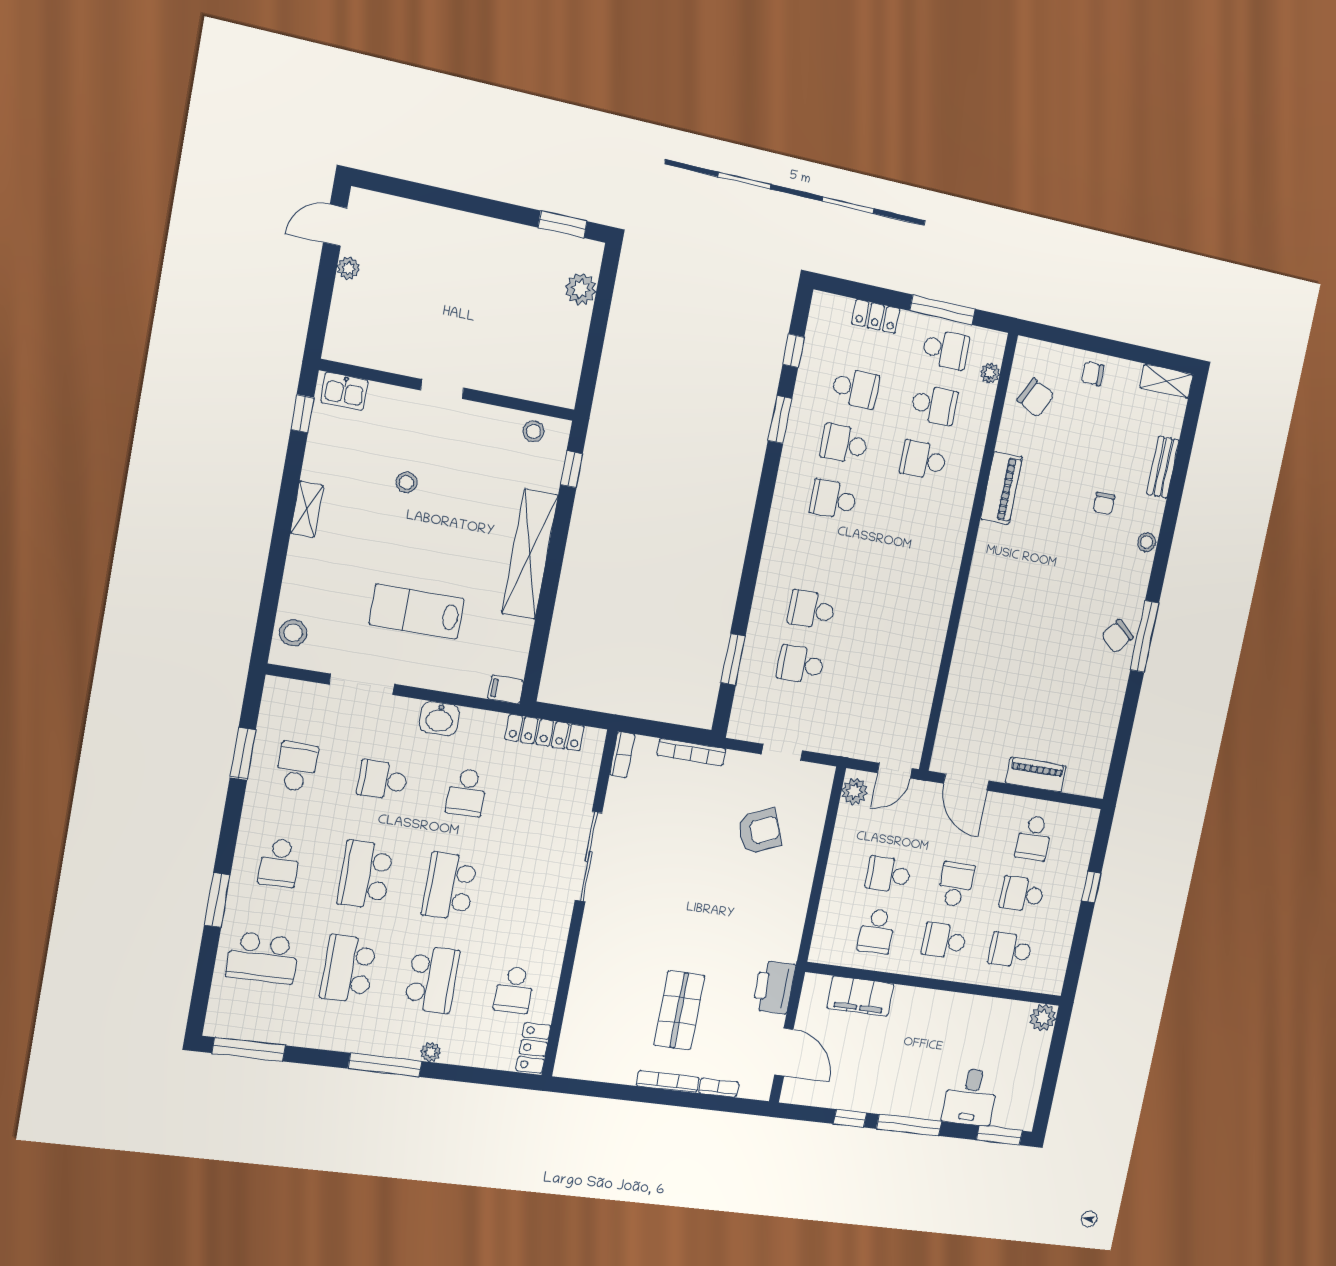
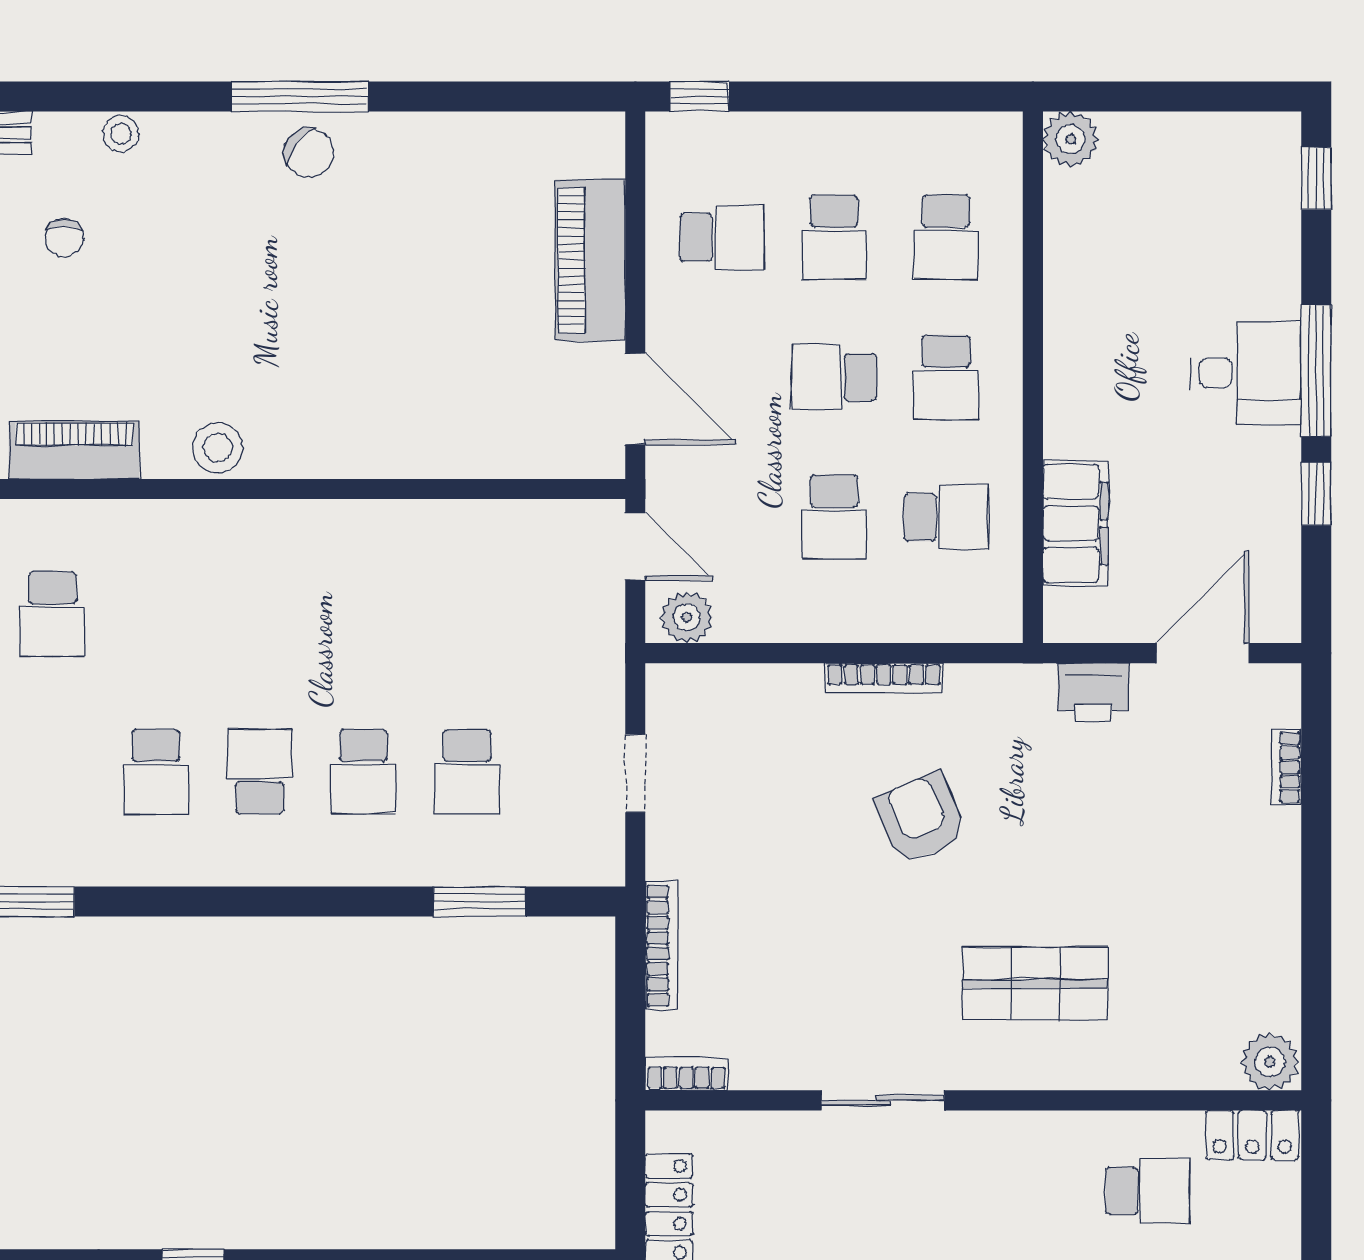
school desk: (844, 444) -> (260, 772), moved, turned 180
chair: (1104, 503) -> (64, 238), turned 90
stool: (987, 563) -> (218, 448), added
piano: (1036, 775) -> (590, 260), width x1.37, depth x1.33
door: (966, 782) -> (635, 399), hinge flipped
armchair: (759, 831) -> (920, 818), moved
sliding door: (589, 857) -> (883, 1100), width x0.73
window: (1091, 887) -> (699, 96), moved
printer: (774, 987) -> (1093, 692), width x0.73, depth x0.84
shop shelf: (679, 1010) -> (1035, 984), moved
plant: (570, 1062) -> (1270, 1062), added
bookcase: (668, 1082) -> (884, 678), moved, turned -90
desk: (971, 1097) -> (1246, 373), moved
window: (999, 1135) -> (1316, 178), width x0.67

